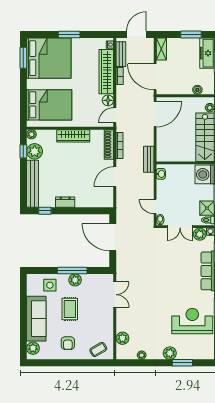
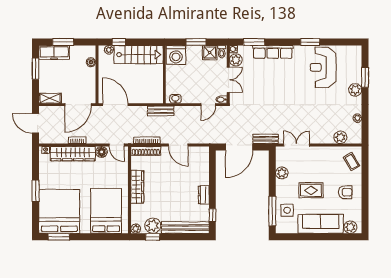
bench: (121, 54) -> (266, 139), moved
window: (72, 270) -> (272, 211), moved
plant: (75, 280) -> (282, 173), moved

